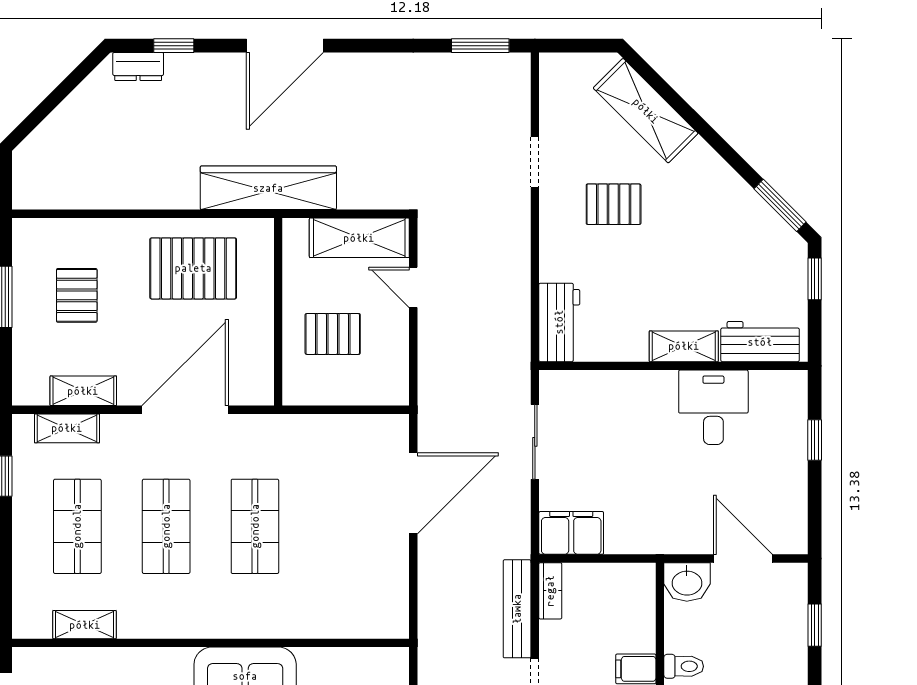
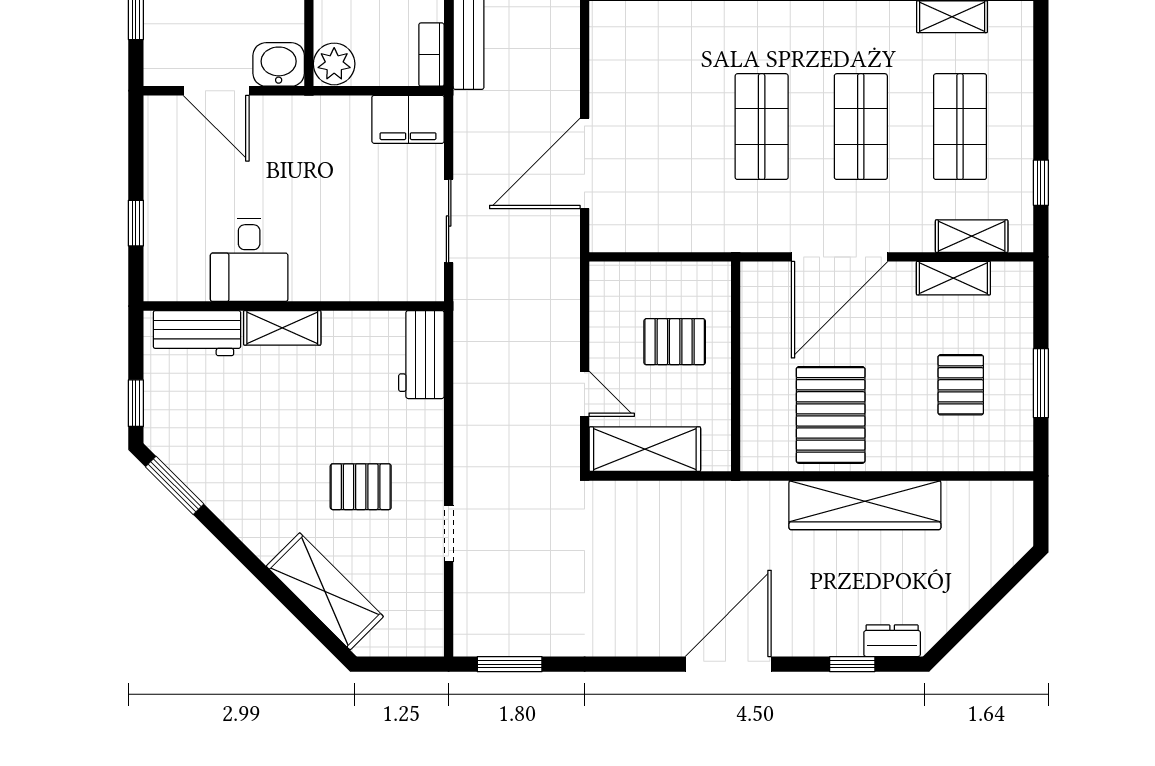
wardrobe: (268, 188) -> (865, 505), moved
pallet: (193, 268) -> (831, 415), turned 90
plant: (637, 582) -> (334, 64), added

